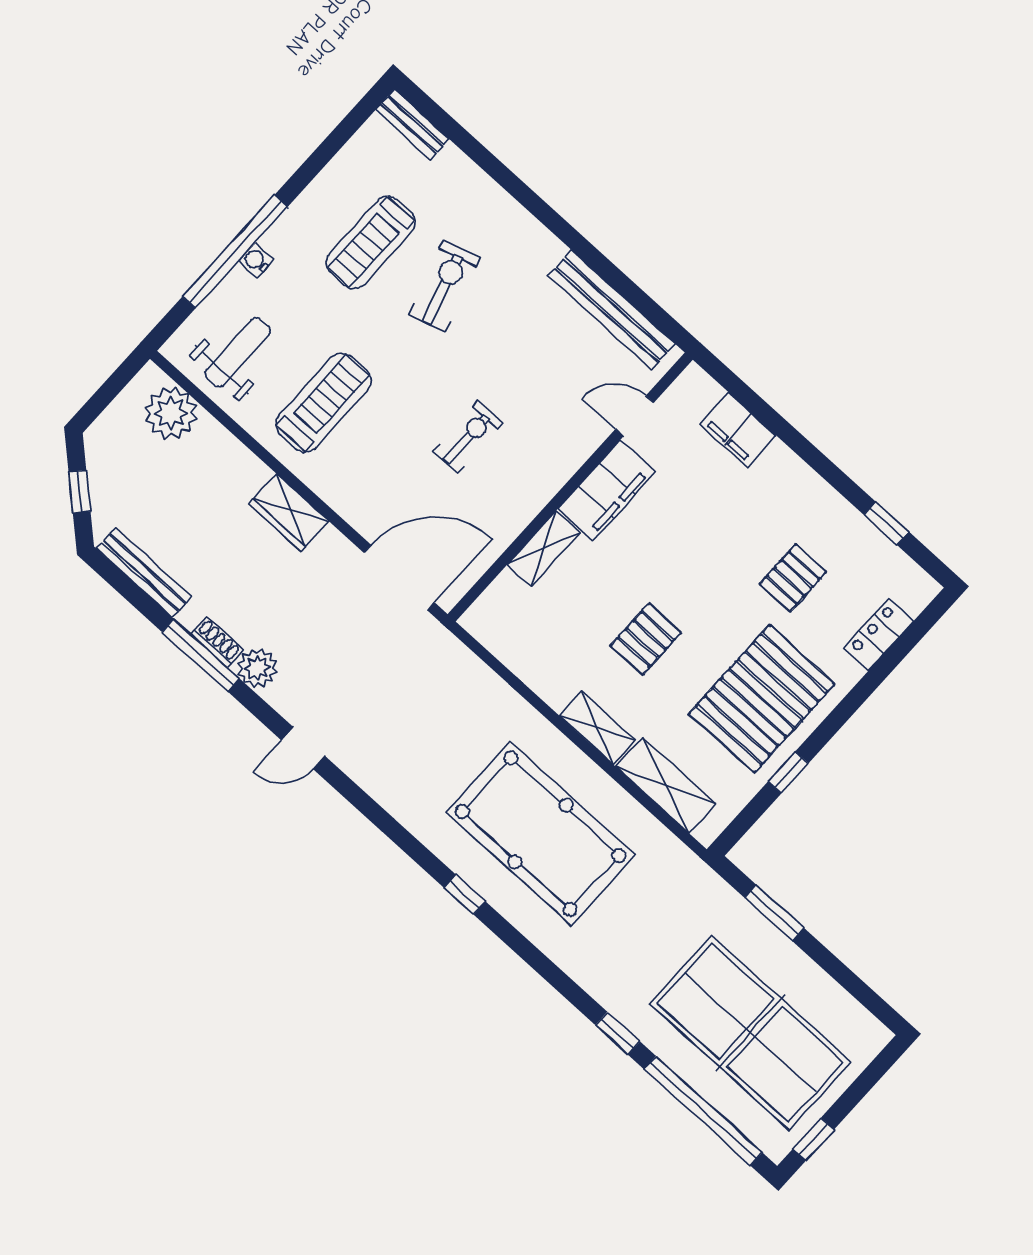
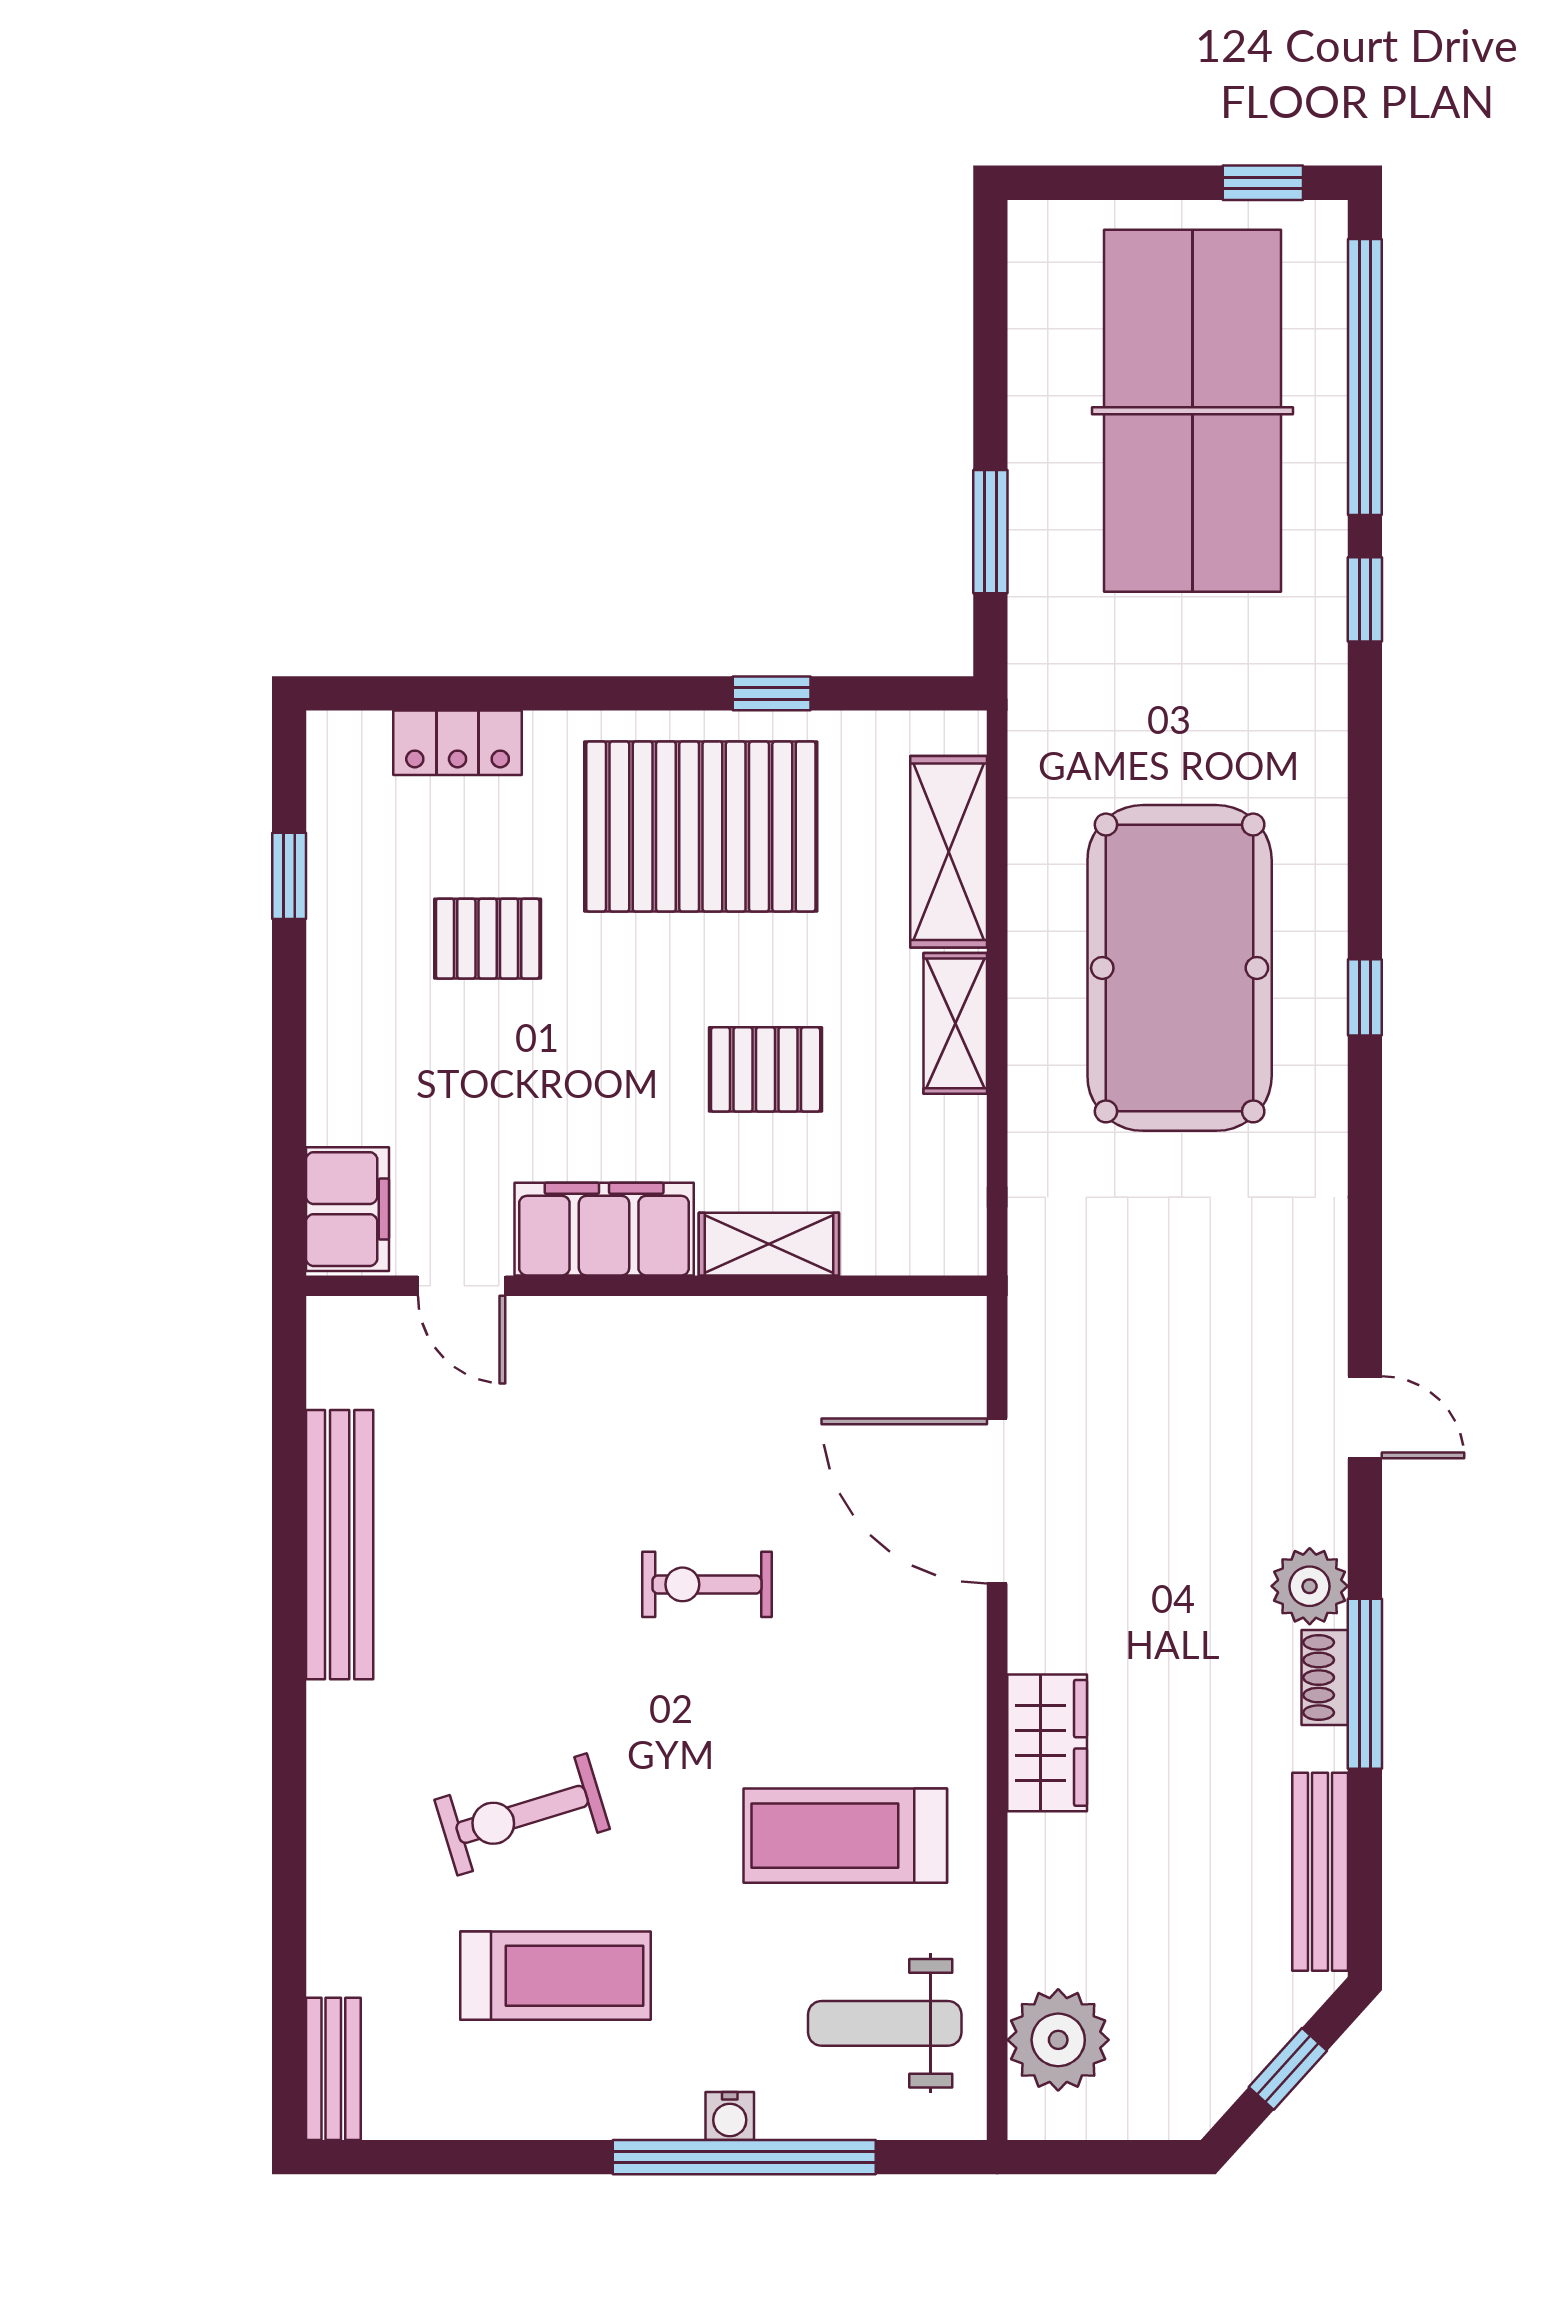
door: (635, 416) -> (462, 1286), moved
wall: (570, 487) -> (647, 1286), moved
filing cabinet: (607, 490) -> (604, 1229), moved
shelving: (543, 549) -> (769, 1244), moved

